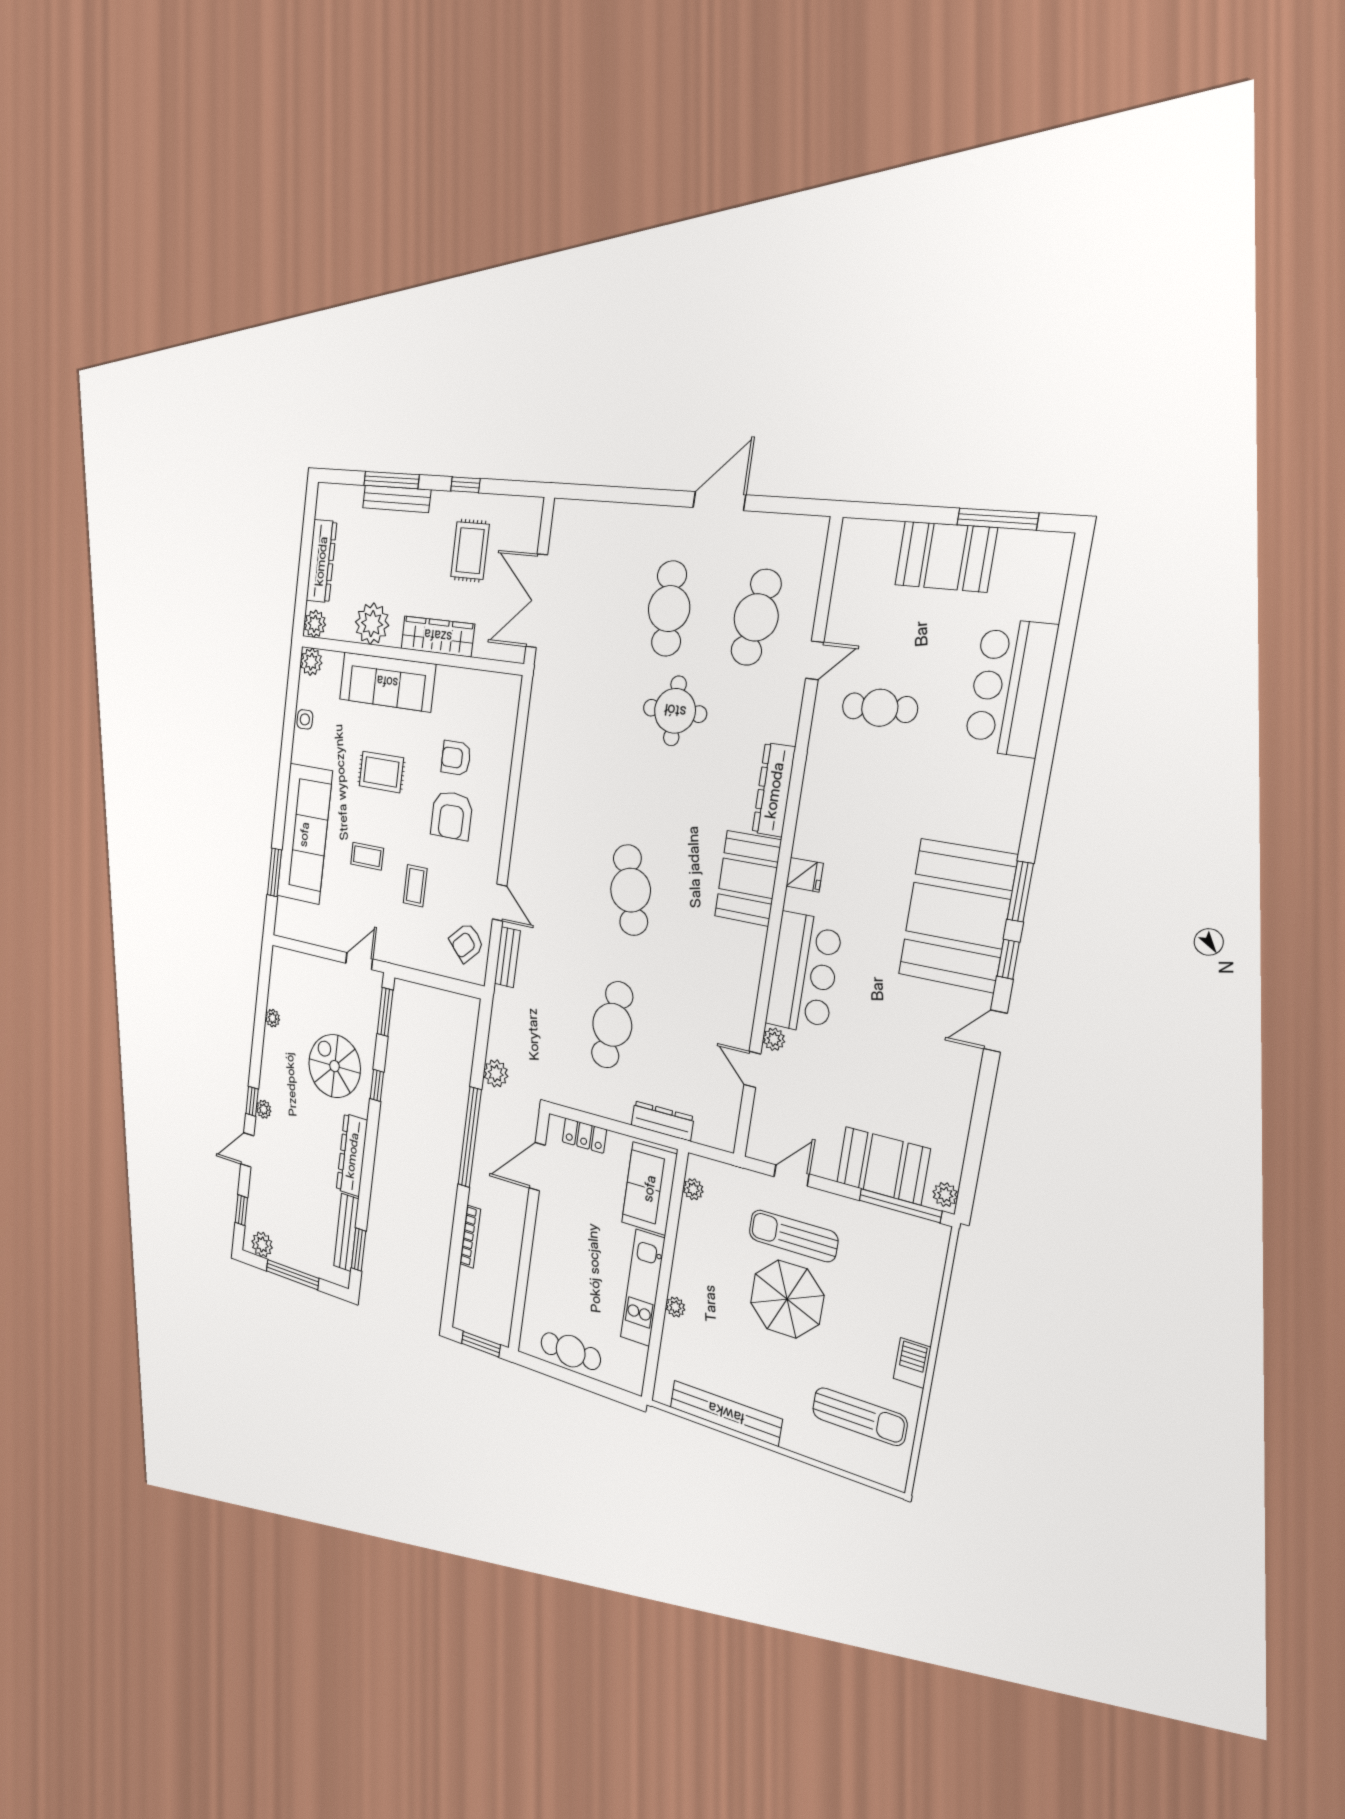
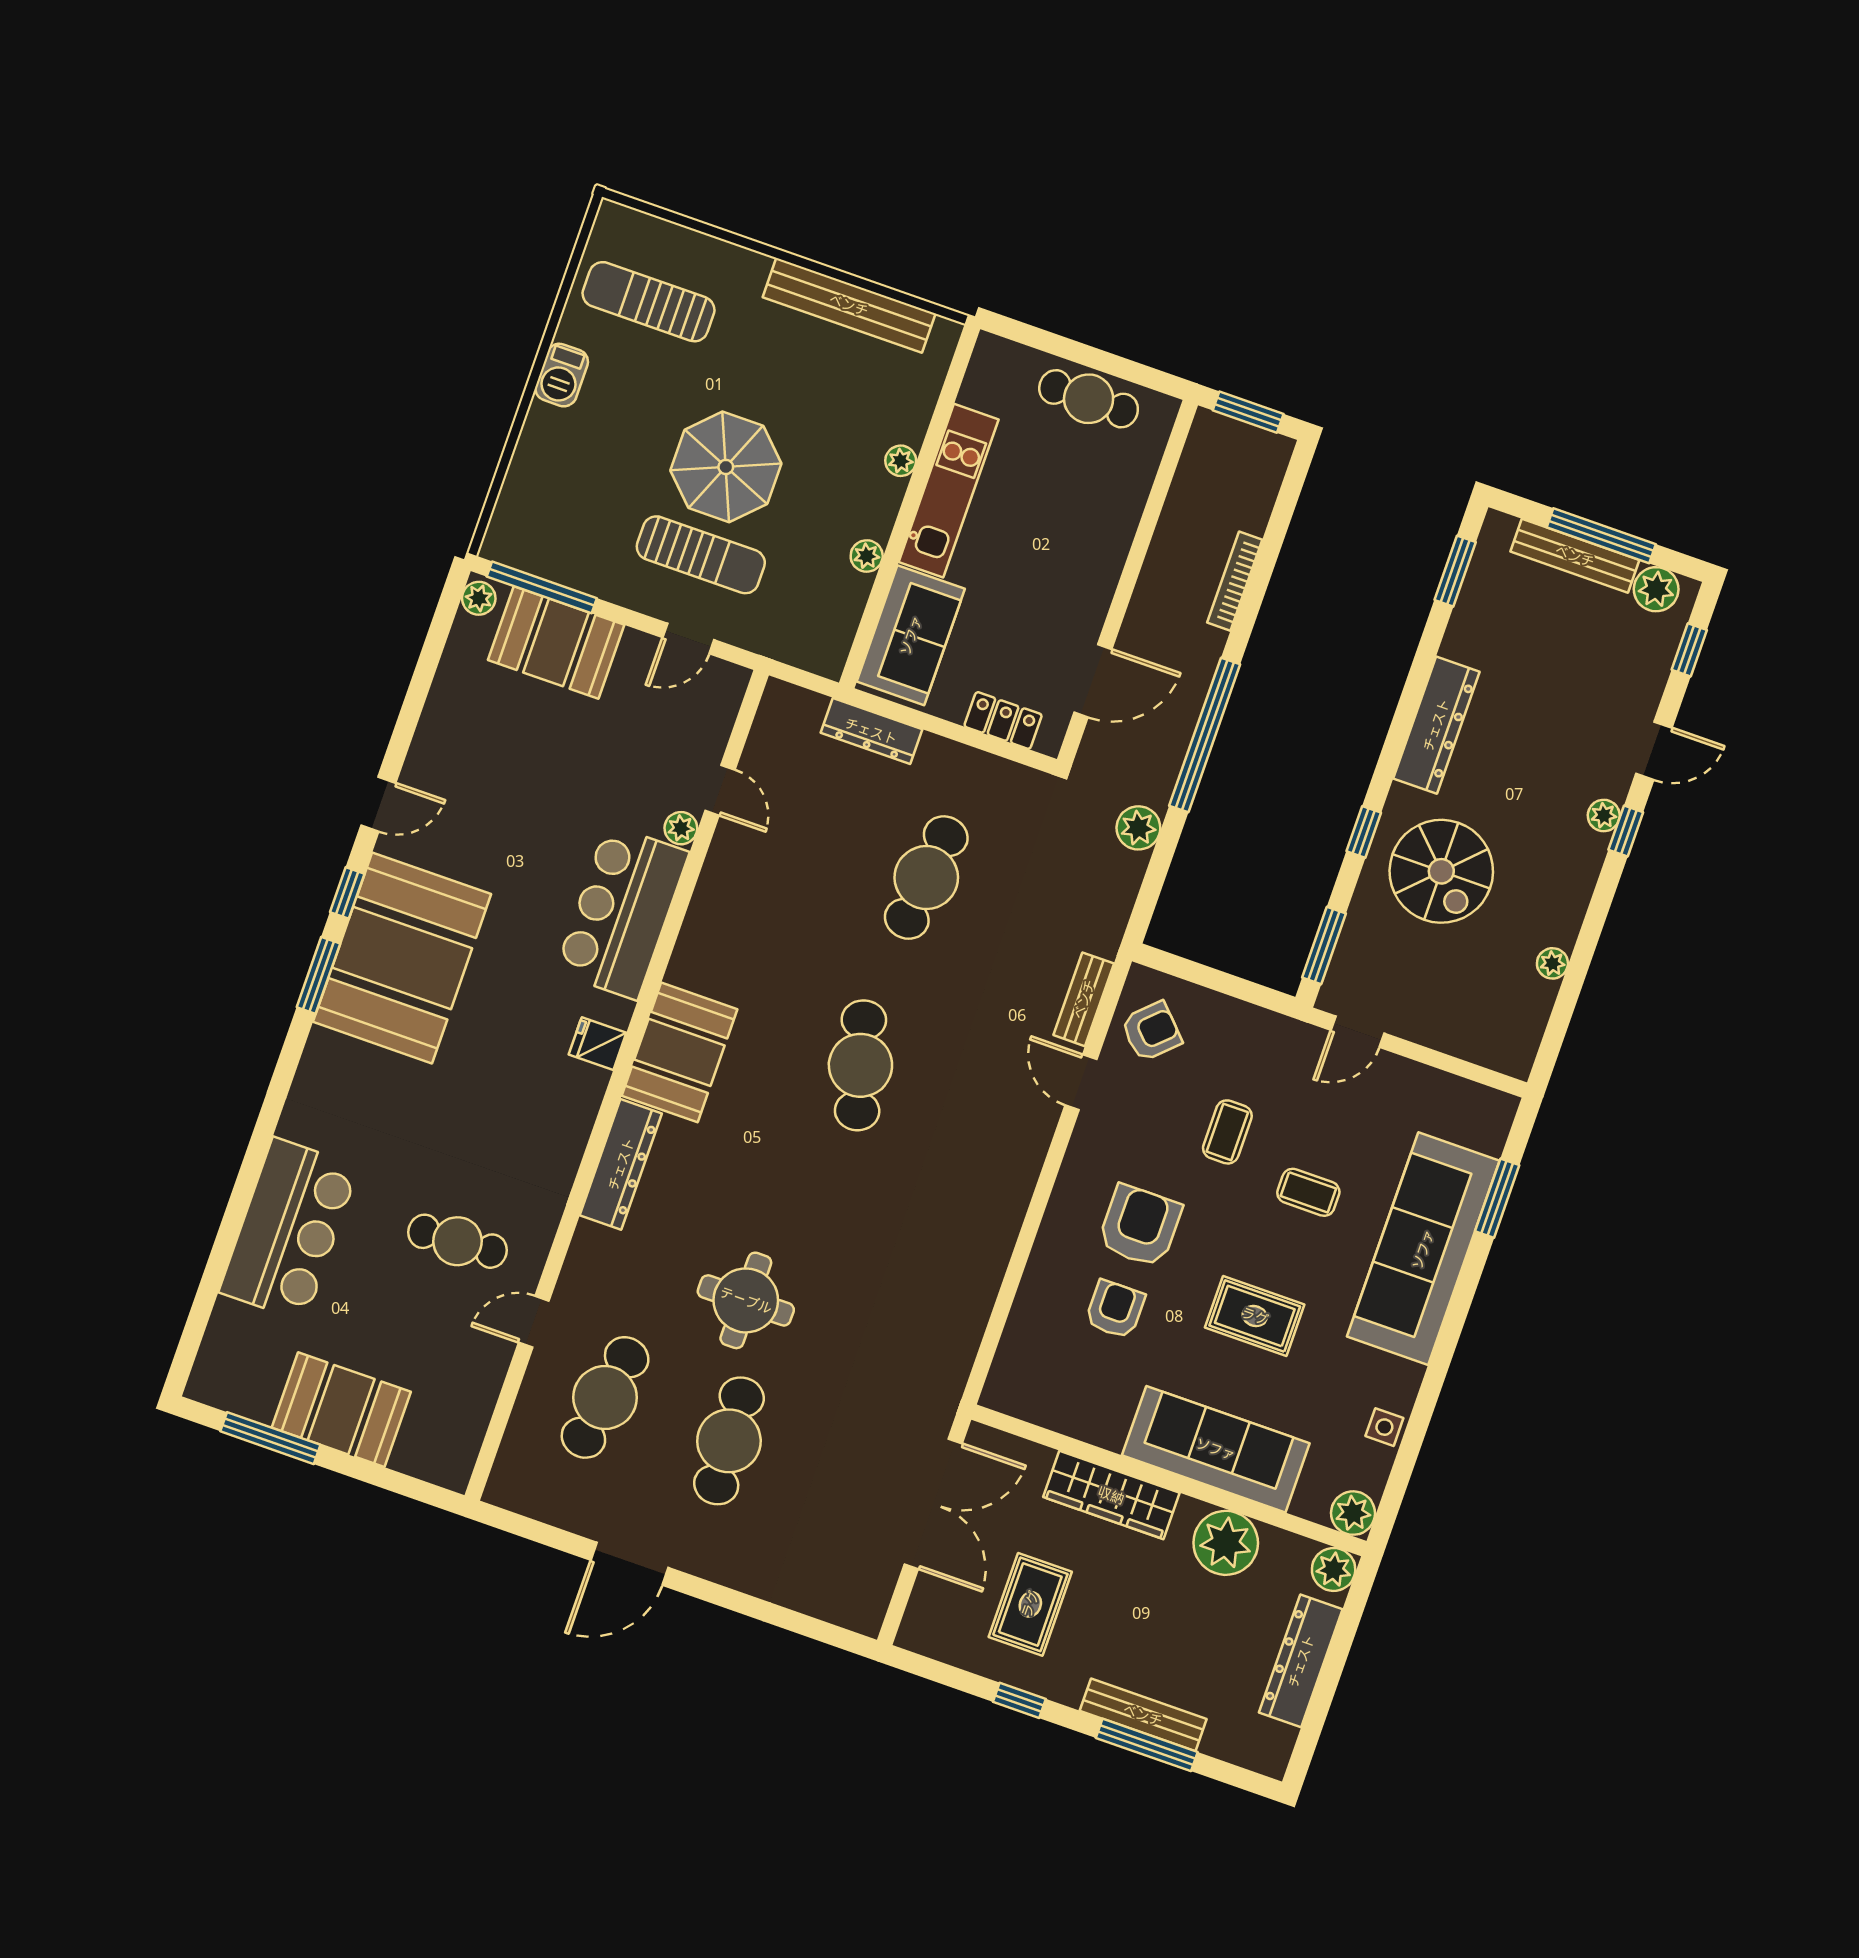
armchair: (456, 758) -> (1115, 1309), turned -90
plant: (693, 1189) -> (867, 556), moved
bench: (346, 1232) -> (1575, 556), moved, turned 90

